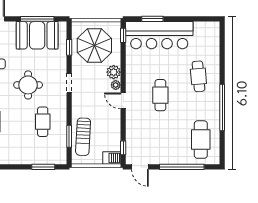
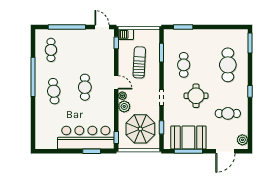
cafe table: (198, 76) -> (54, 91), moved
sun lounger: (83, 137) -> (139, 62), moved
cafe table: (201, 140) -> (51, 50), width x0.73, depth x0.74

